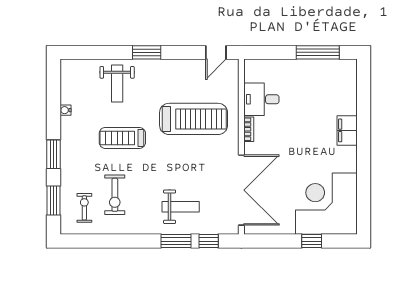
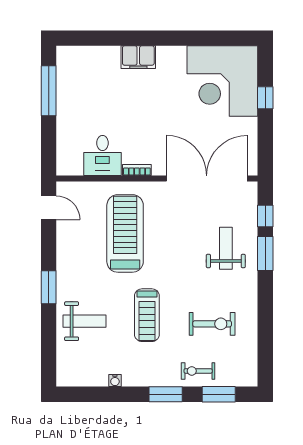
exercise bike: (84, 208) -> (198, 371), moved

